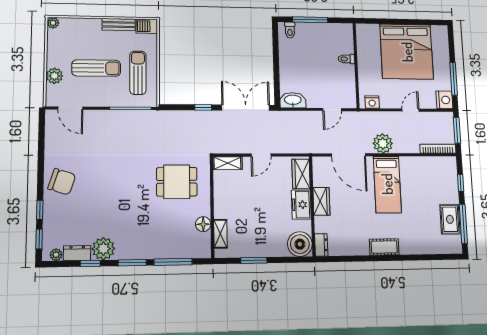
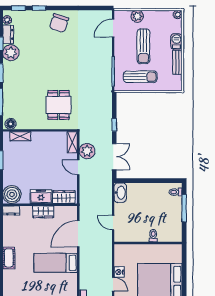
barbecue: (147, 26) -> (176, 42), moved
nightstand: (372, 102) -> (119, 272), moved
double door: (246, 108) -> (114, 157), width x0.73
plant: (383, 143) -> (87, 151), moved
floor lamp: (203, 224) -> (11, 124), moved

